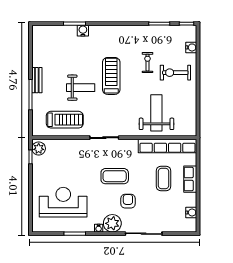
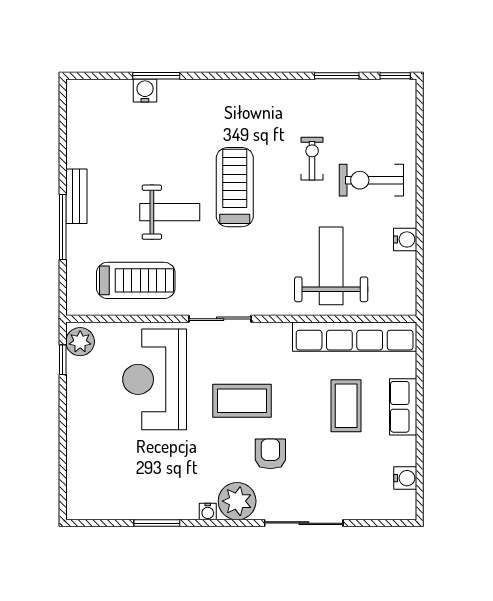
water cooler: (83, 31) -> (145, 91), moved
water cooler: (191, 47) -> (405, 239), moved
reception desk: (63, 202) -> (155, 379), moved, turned -90

